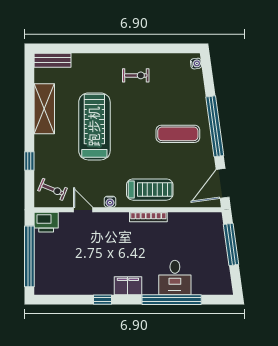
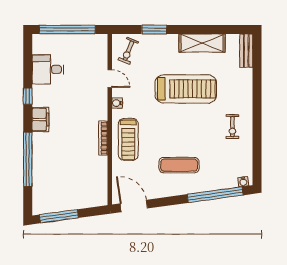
window: (215, 126) -> (215, 195), moved
exercise mat: (178, 134) -> (179, 165), turned 90
window: (29, 161) -> (154, 29), width x1.50
door: (83, 210) -> (110, 79), hinge flipped
printer: (46, 222) -> (98, 45), removed
window: (231, 244) -> (59, 216), moved
desk: (175, 278) -> (48, 69), moved

